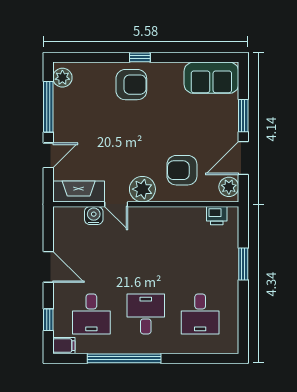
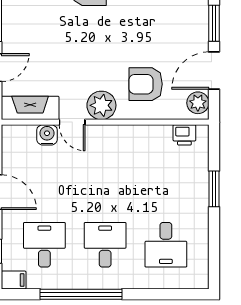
desk: (91, 314) -> (44, 245), turned 180

